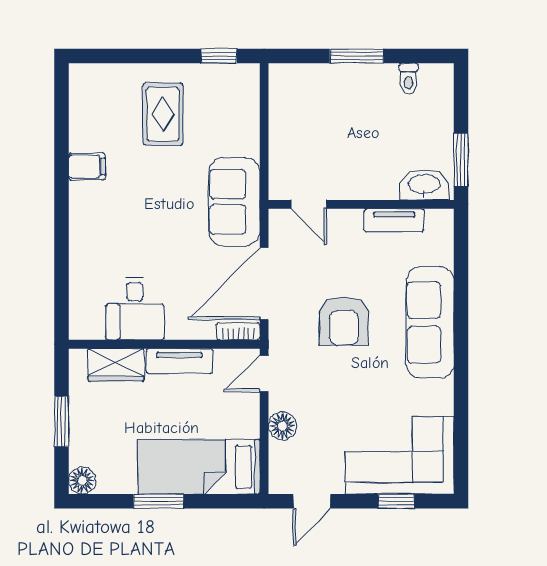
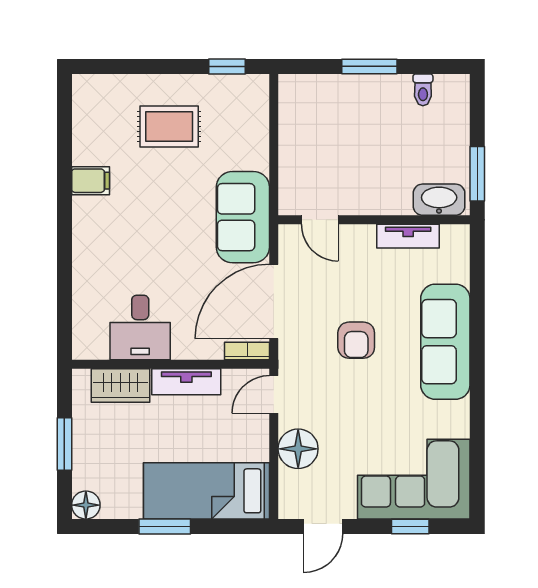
rug: (163, 114) -> (169, 126), turned 90
armchair: (344, 321) -> (356, 340), width x0.72, depth x0.72
floor lamp: (282, 426) -> (298, 449), width x1.38, depth x1.38

